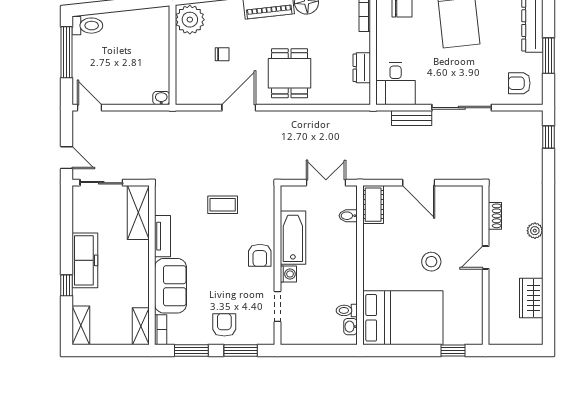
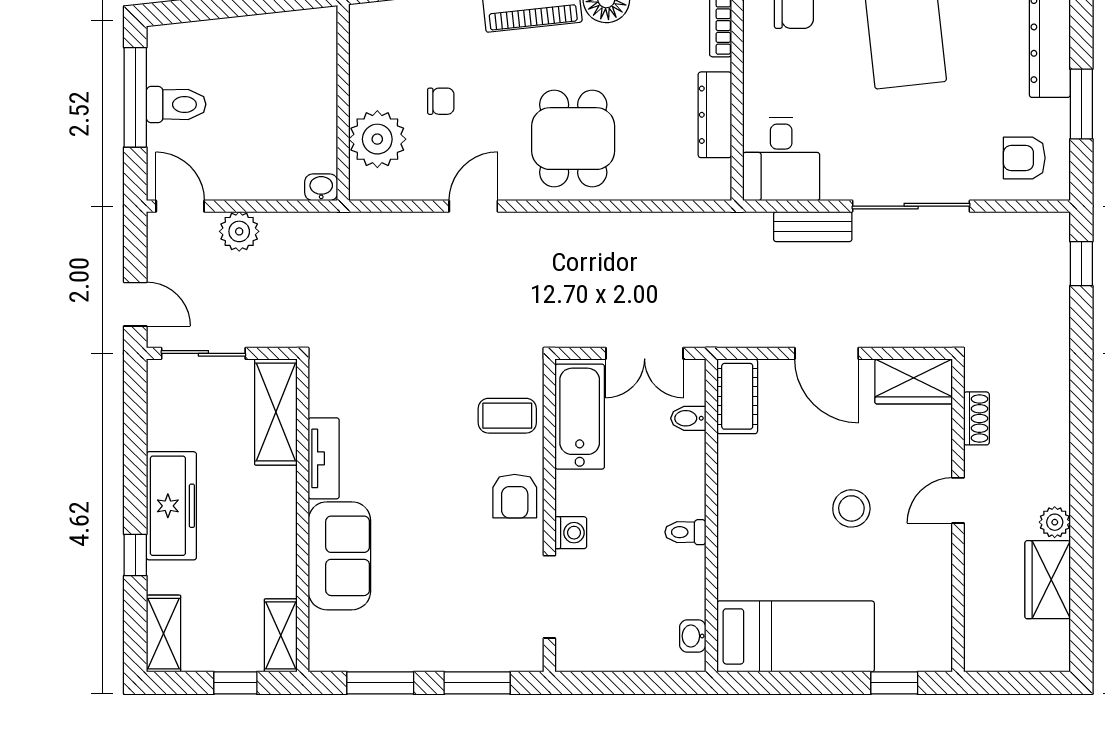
plant: (190, 20) -> (377, 139), moved
toilet: (87, 26) -> (176, 104), moved
dresser: (362, 68) -> (715, 115), width x1.44
door: (239, 108) -> (473, 206), width x0.73
plant: (119, 121) -> (239, 231), added
double door: (326, 183) -> (645, 353), swing flipped
wardrobe: (463, 197) -> (914, 381), added
coffee table: (223, 205) -> (507, 416), moved
plant: (535, 231) -> (1055, 522), moved
bathtub: (293, 238) -> (580, 417), moved
doorway: (277, 307) -> (549, 597), width x1.38
toilet: (347, 310) -> (685, 532), moved
bed: (403, 318) -> (796, 636), width x0.67
armchair: (224, 325) -> (445, 633), removed
bookcase: (161, 330) -> (320, 642), removed
window: (118, 350) -> (235, 683), added

